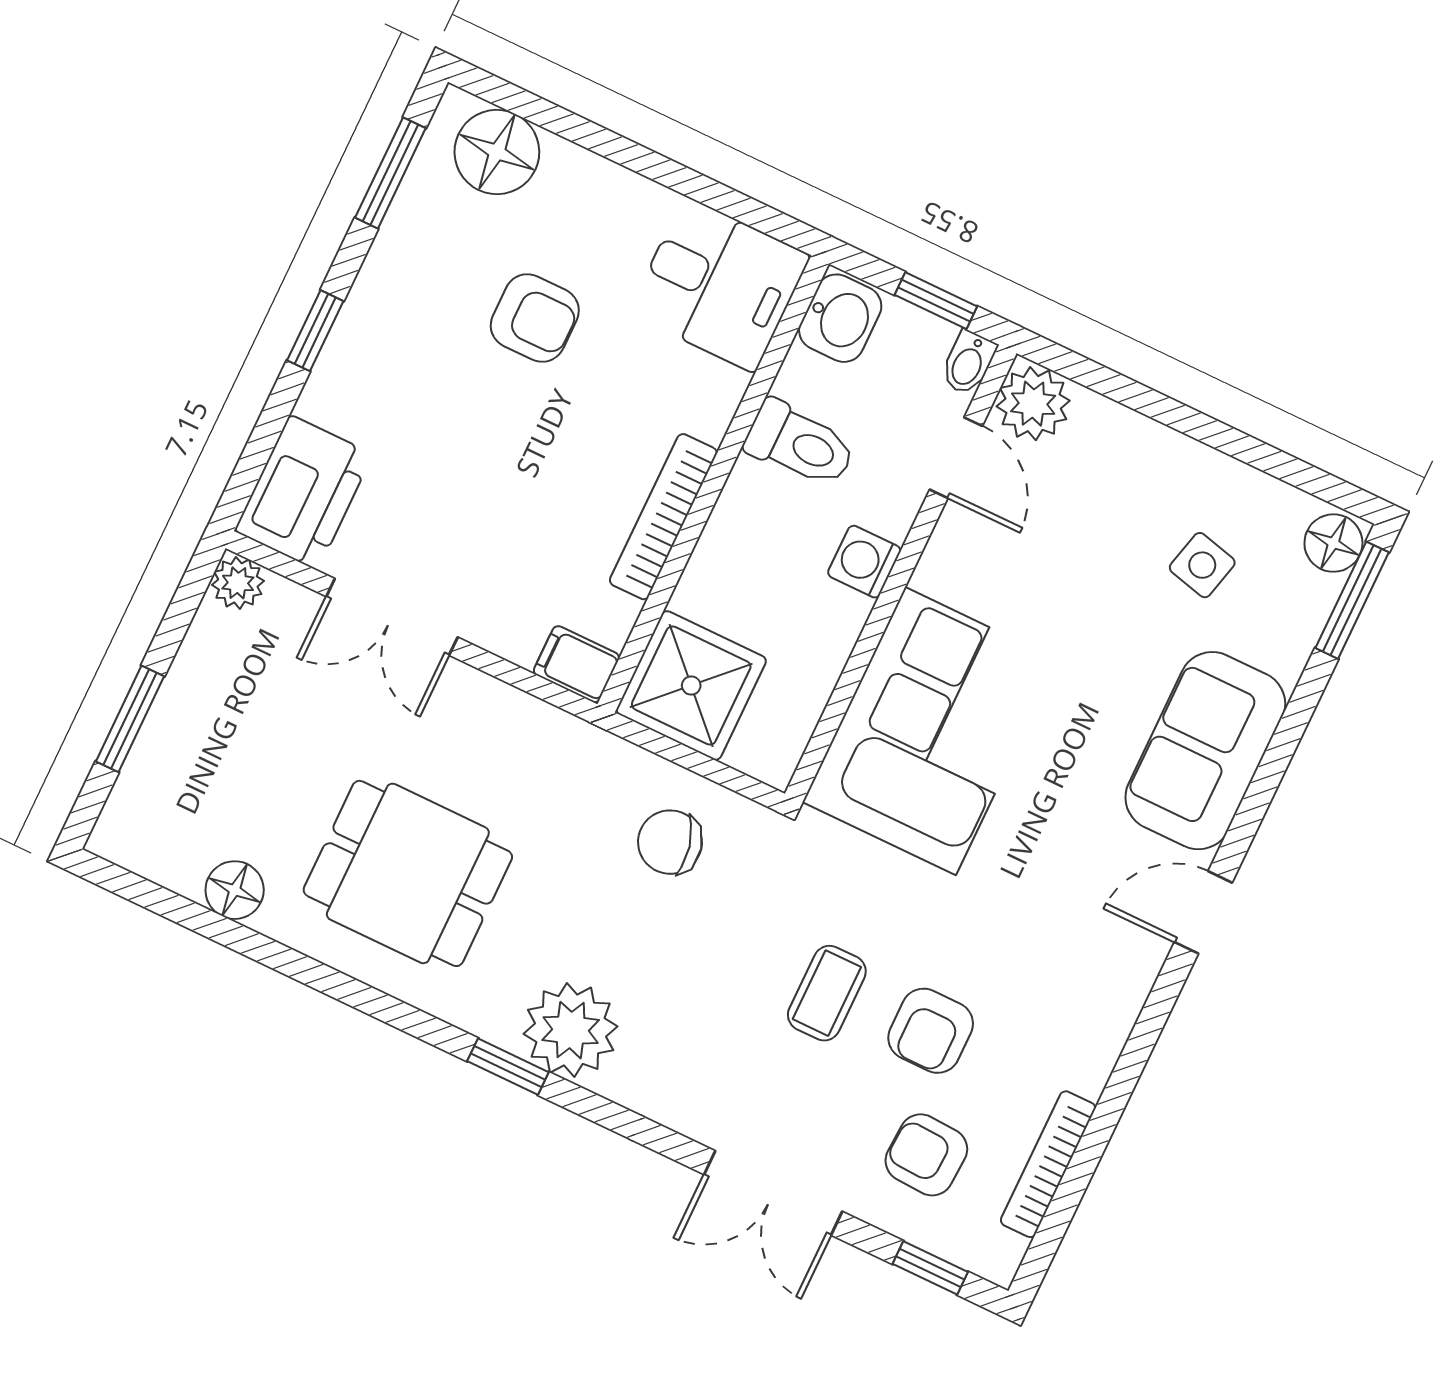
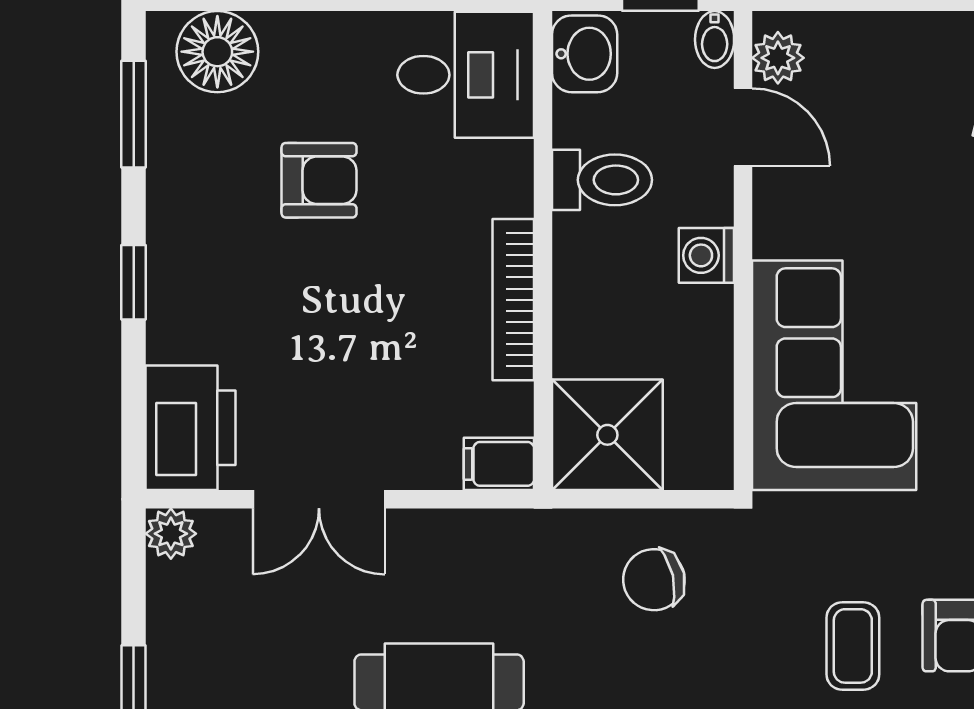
plant: (1033, 404) -> (778, 58), width x0.73, depth x0.73

